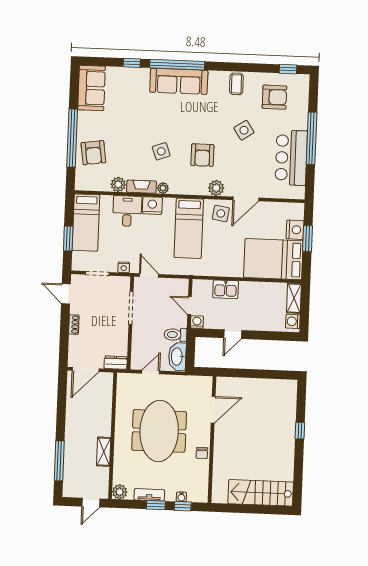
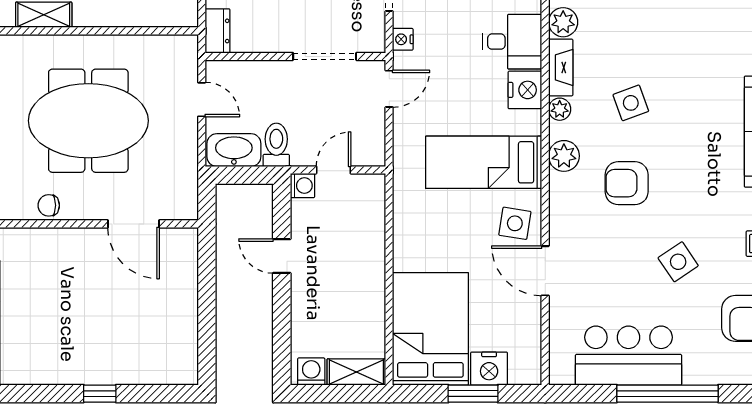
plant: (216, 188) -> (564, 156), moved
kitchen sink: (226, 289) -> (368, 239), removed

